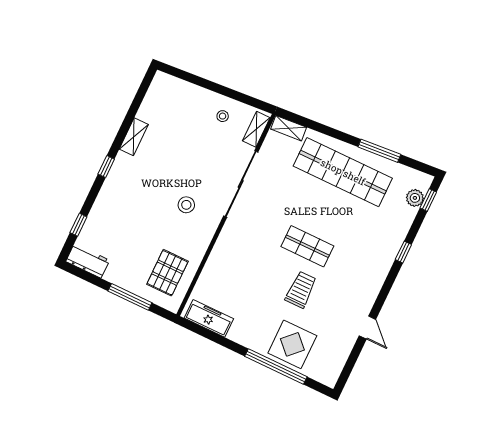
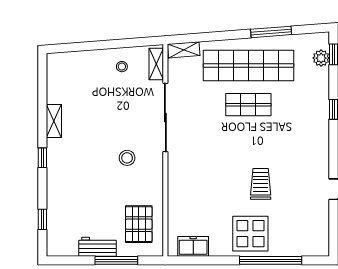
shop shelf: (307, 246) -> (248, 105), moved
workbench: (88, 261) -> (98, 247), moved
freezer: (209, 318) -> (193, 246), width x0.71
display table: (292, 344) -> (250, 234), moved

